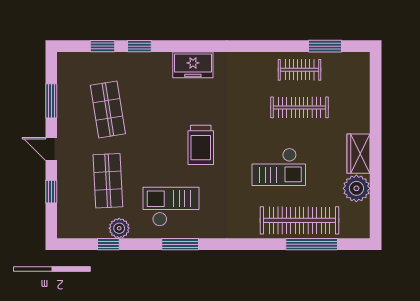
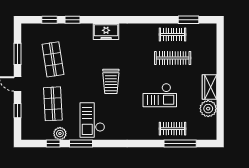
checkout: (171, 207) -> (92, 120), turned -90
clothes rail: (299, 220) -> (173, 129), width x0.54, depth x0.76
window: (180, 244) -> (81, 143), moved

